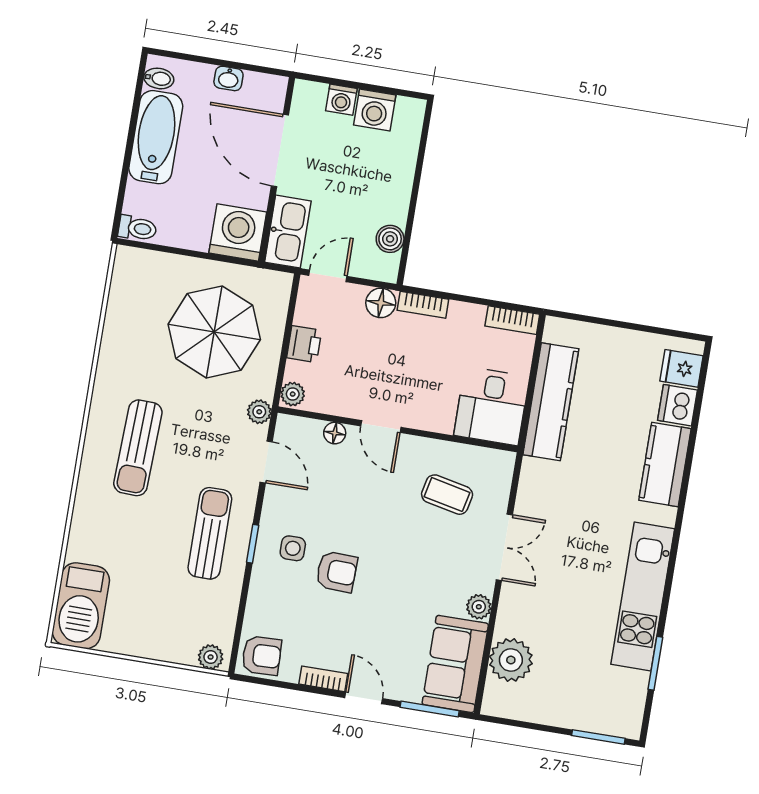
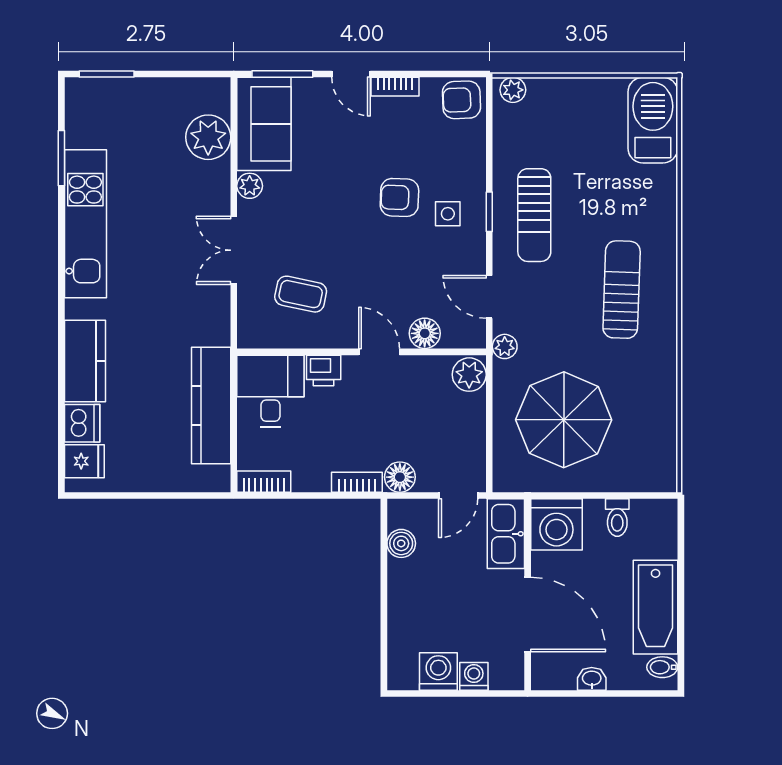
toilet: (137, 228) -> (617, 518), moved, turned -90
printer: (304, 344) -> (324, 370), moved, turned -90
plant: (293, 394) -> (469, 375), width x1.38, depth x1.38
floor lamp: (335, 433) -> (425, 333), width x1.37, depth x1.37

